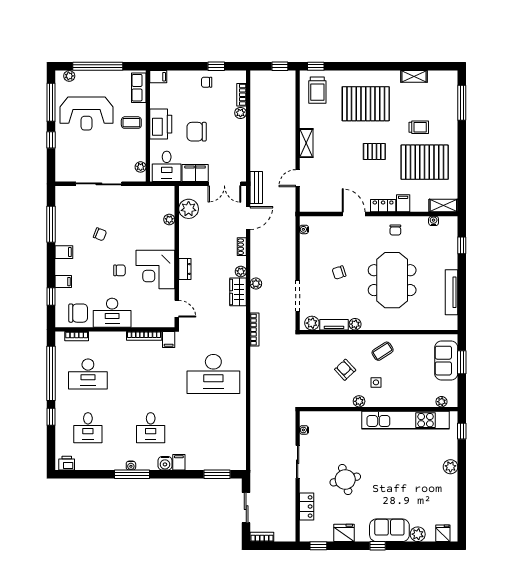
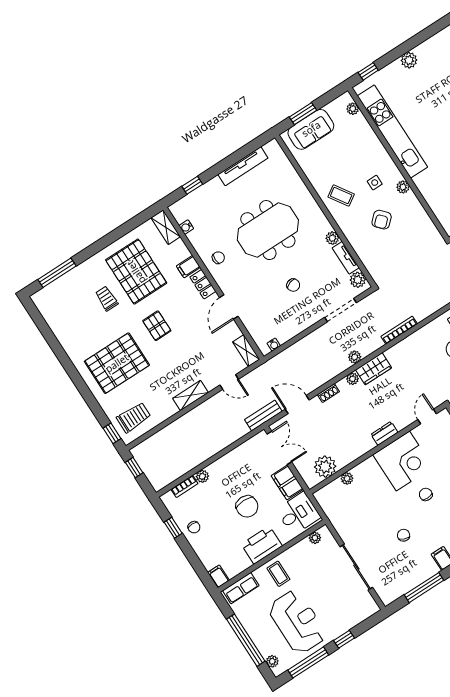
shelving: (414, 76) -> (246, 351), moved
pallet: (366, 104) -> (117, 363), turned 90

